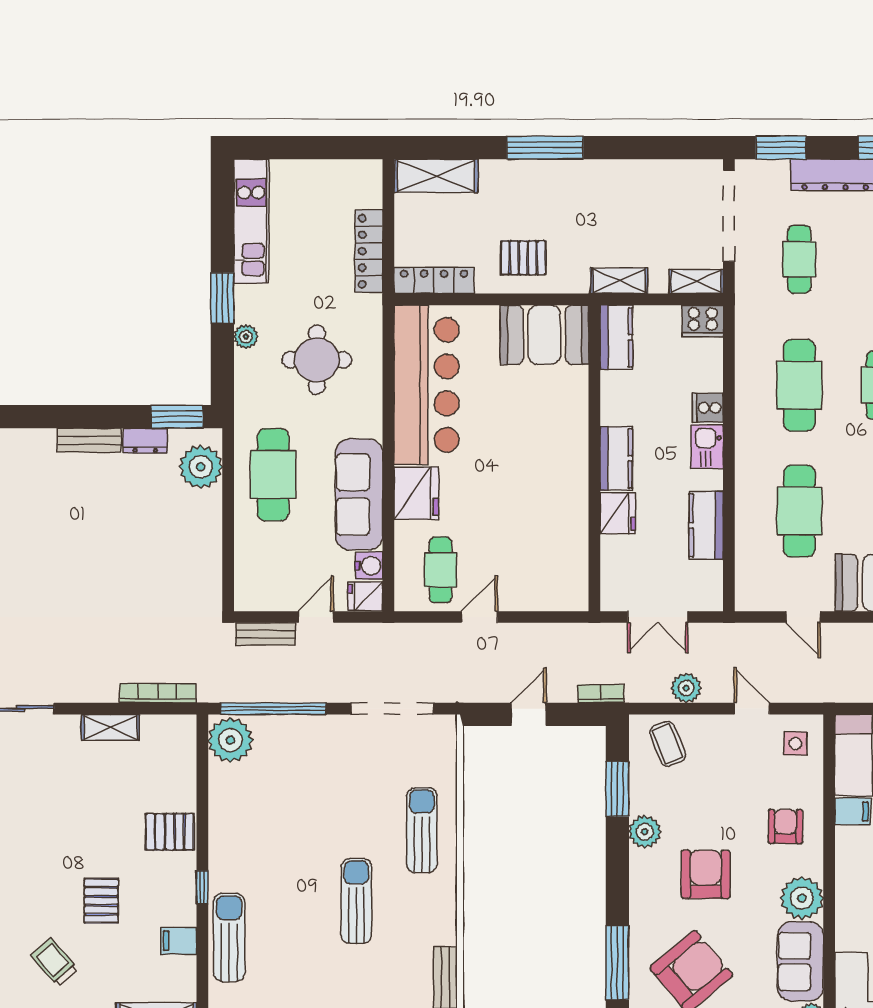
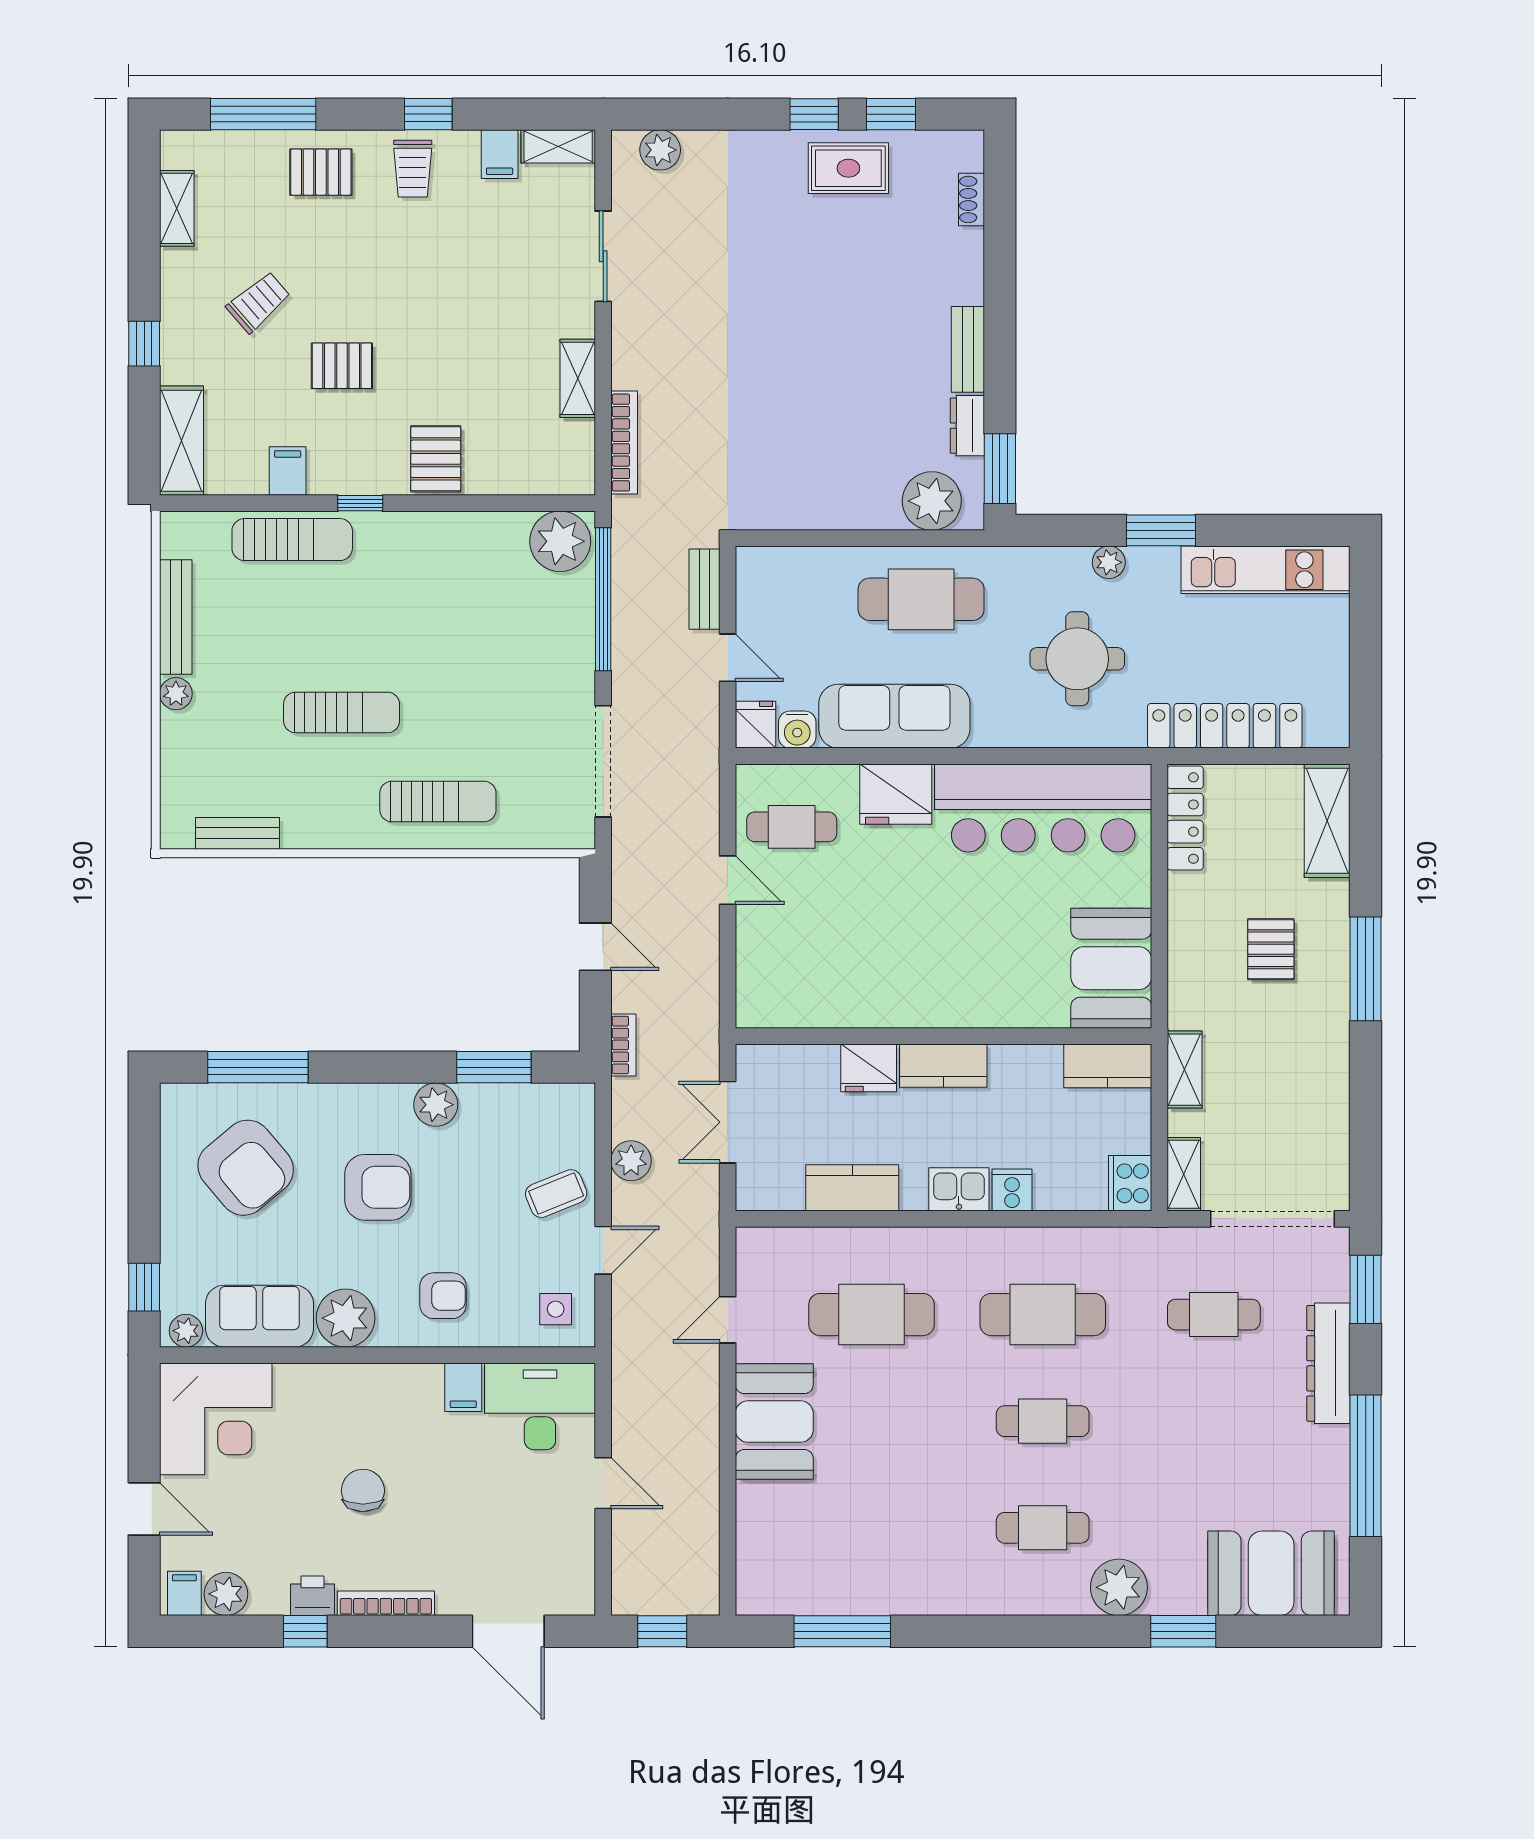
locker: (369, 251) -> (1225, 726), width x1.41, depth x1.21
pallet: (523, 258) -> (1271, 949), moved
coffee table: (668, 744) -> (556, 1194), moved

